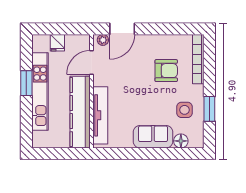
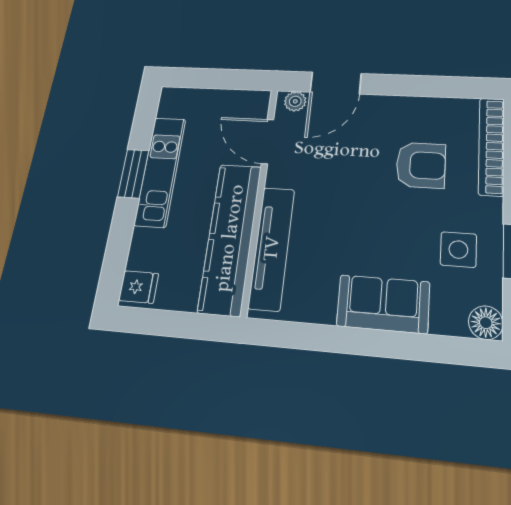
fridge: (57, 43) -> (139, 287), moved, turned -90
door: (92, 62) -> (267, 142), hinge flipped
kitchen unit: (40, 91) -> (160, 171), width x0.73
floor lamp: (181, 141) -> (486, 323), moved

